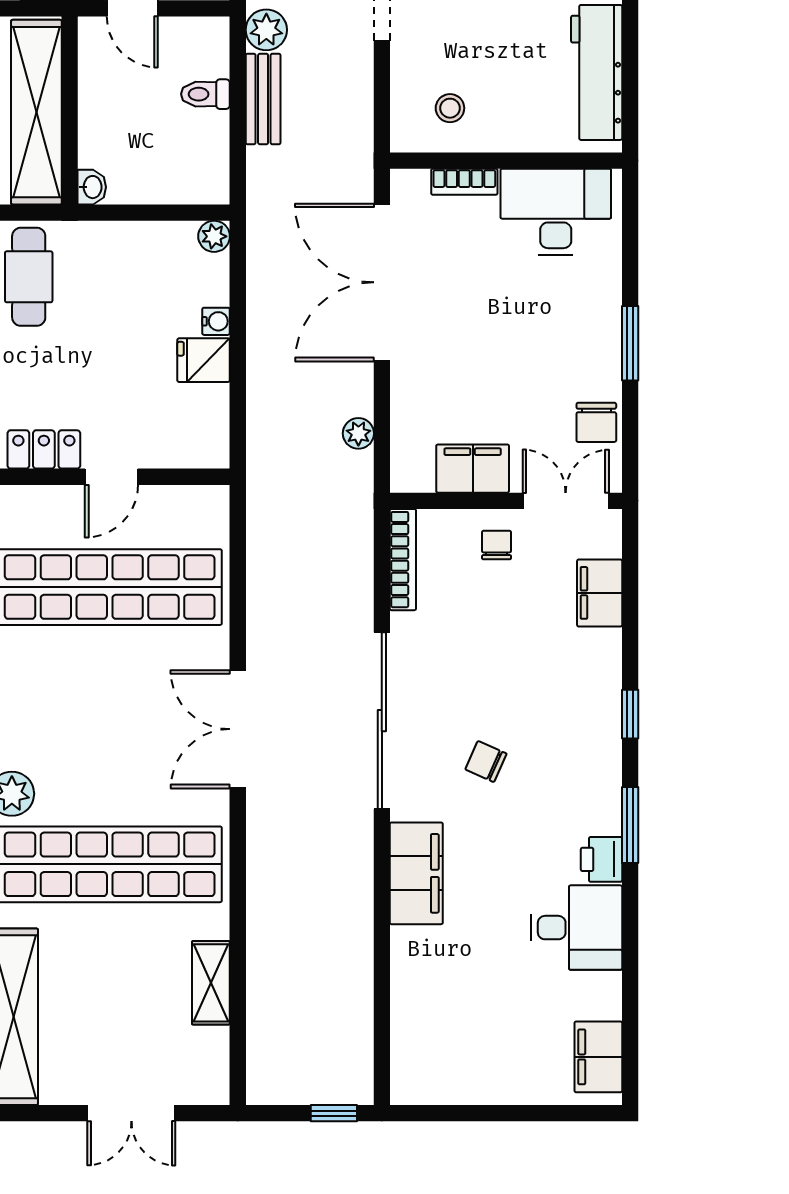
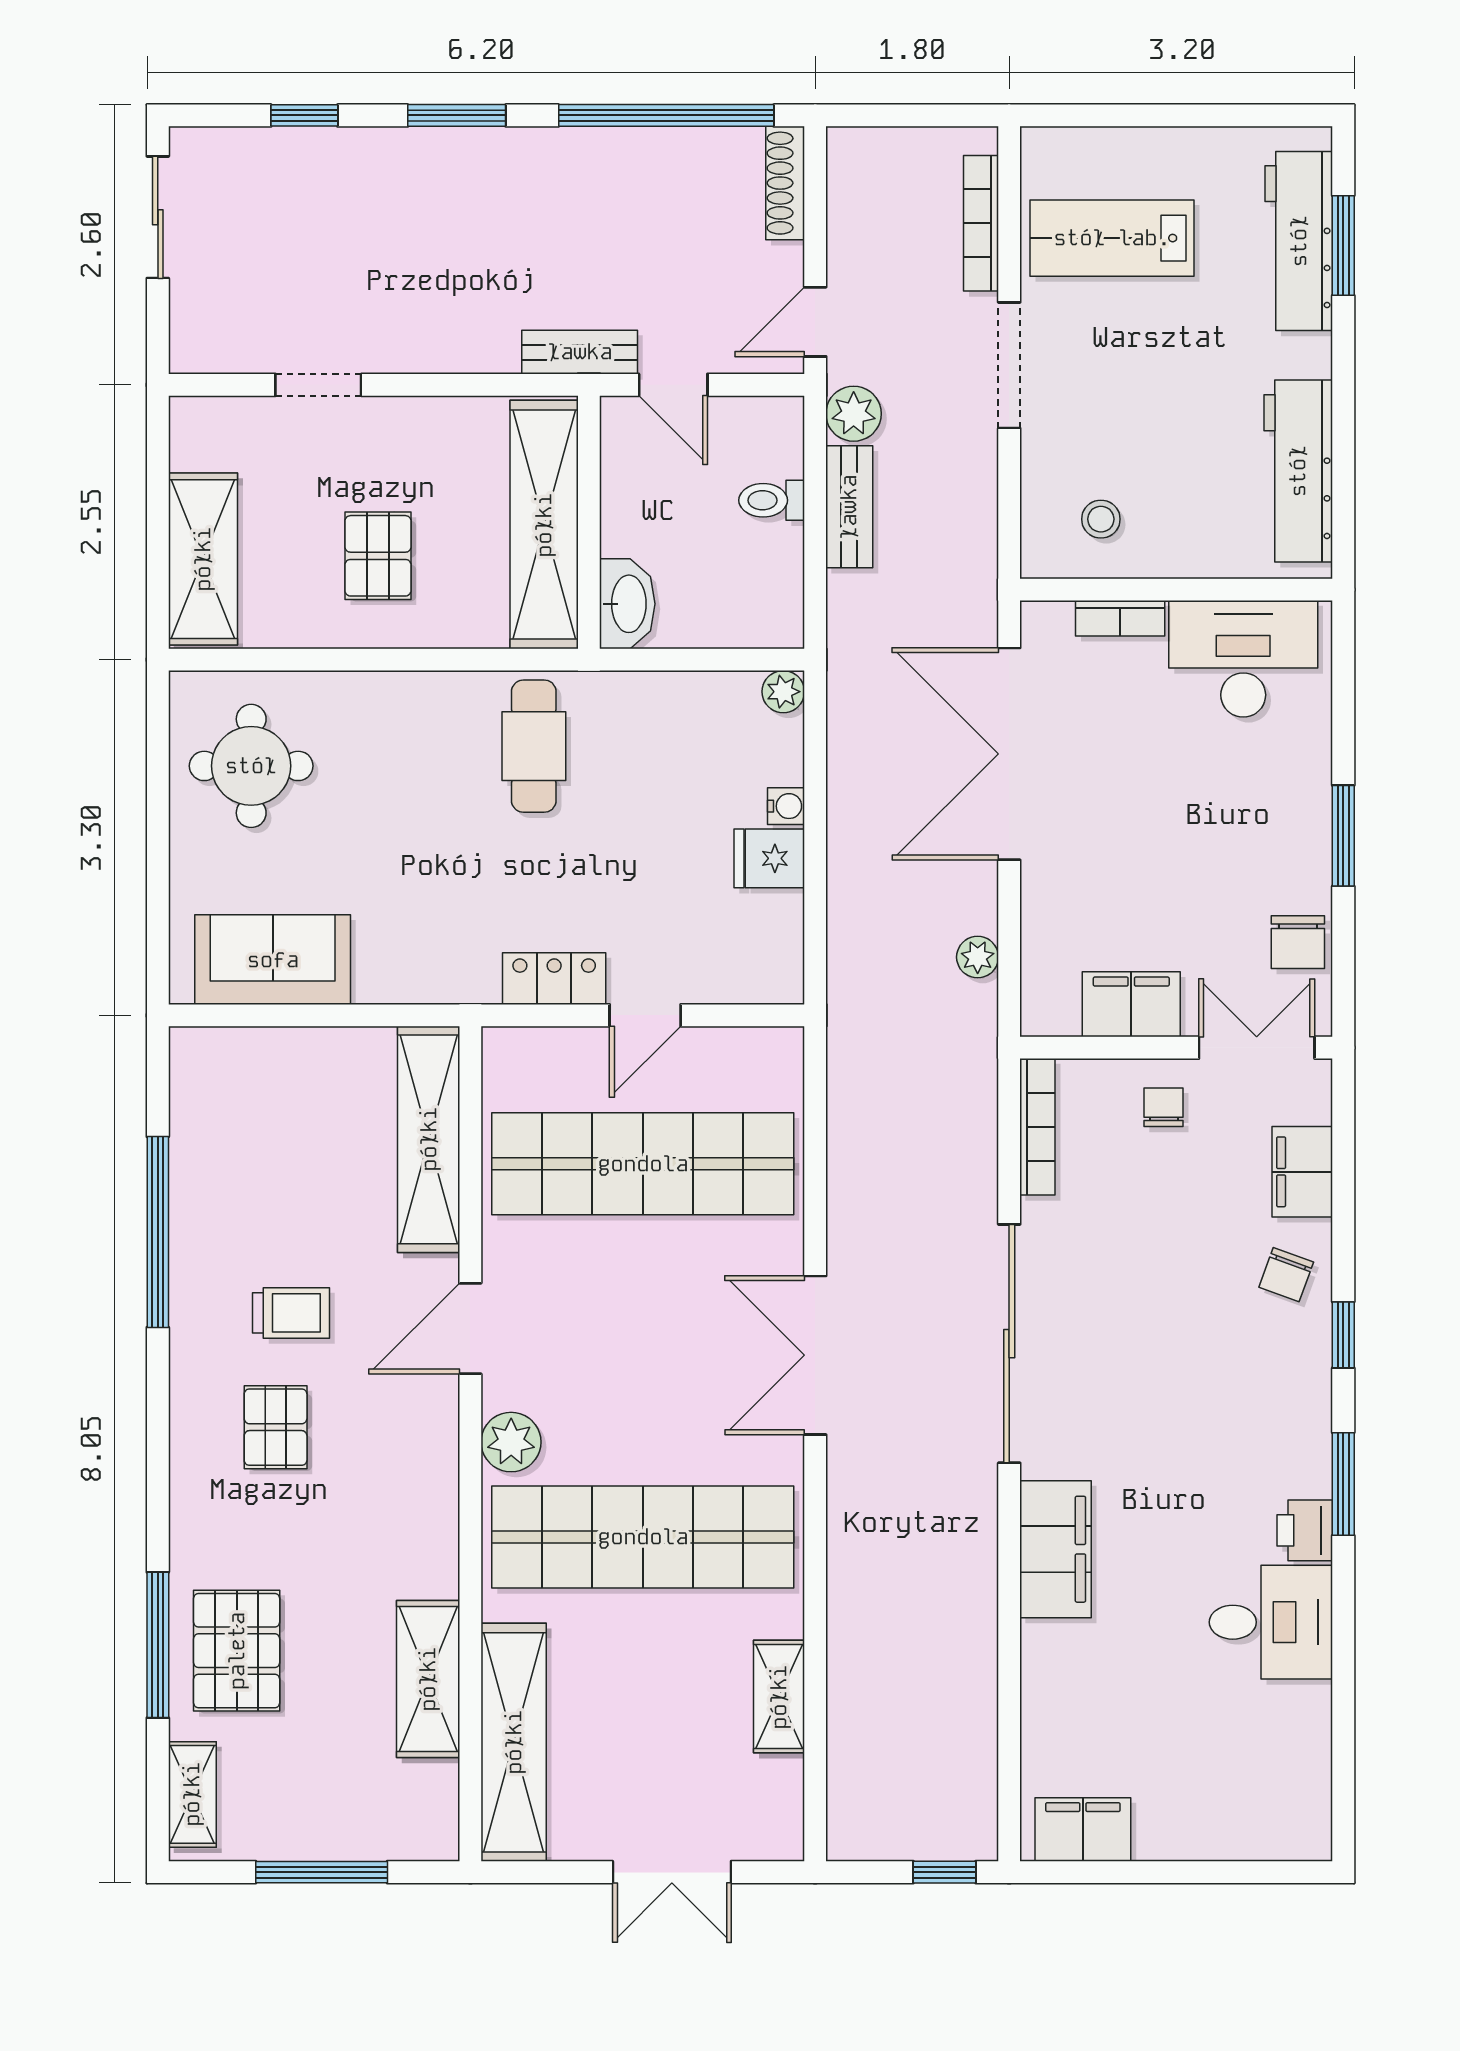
washbasin: (92, 187) -> (627, 604), width x1.91, depth x1.45
chair: (486, 761) -> (1286, 1275), moved, turned -94
filing cabinet: (598, 1057) -> (1083, 1829), moved, turned 90

